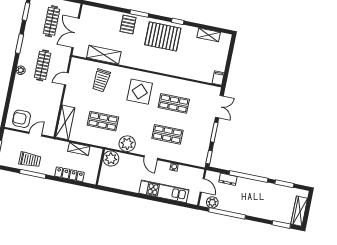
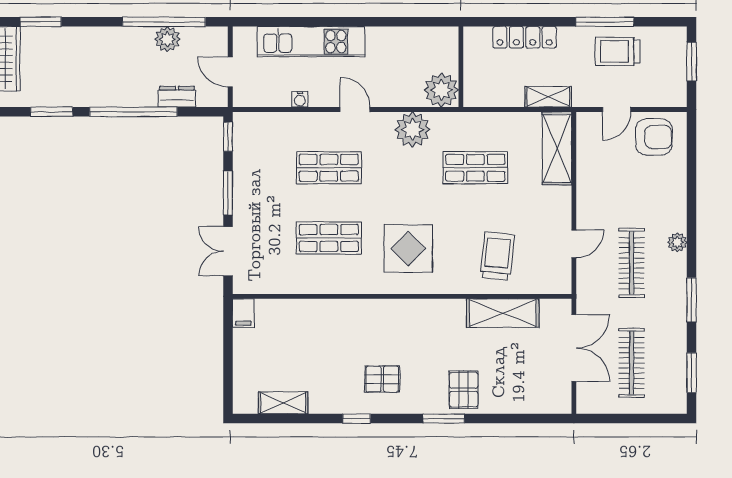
pallet: (163, 36) -> (382, 379), width x0.49, depth x0.50
shelving: (79, 149) -> (548, 97), moved
plant: (212, 202) -> (167, 39), moved

